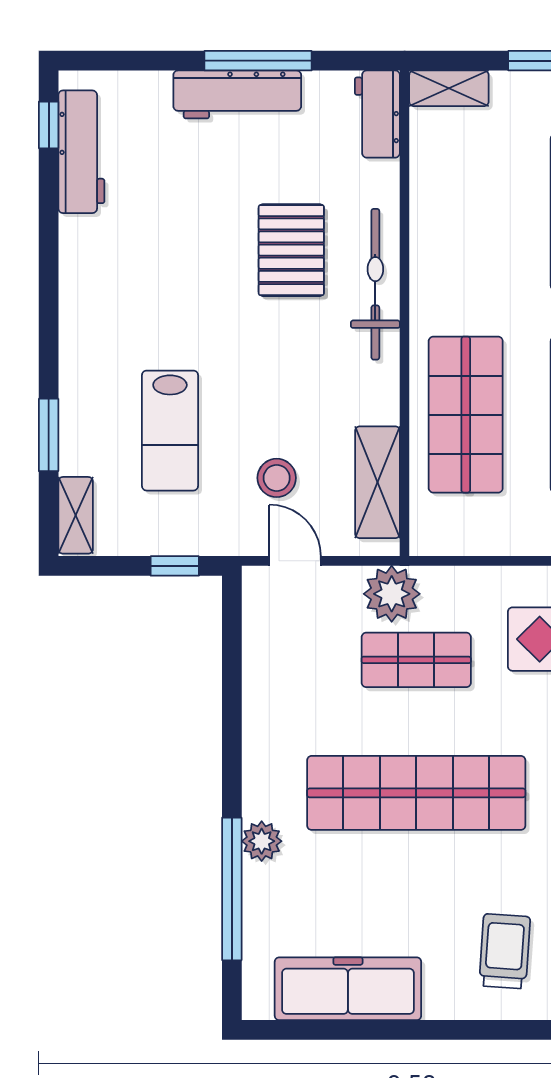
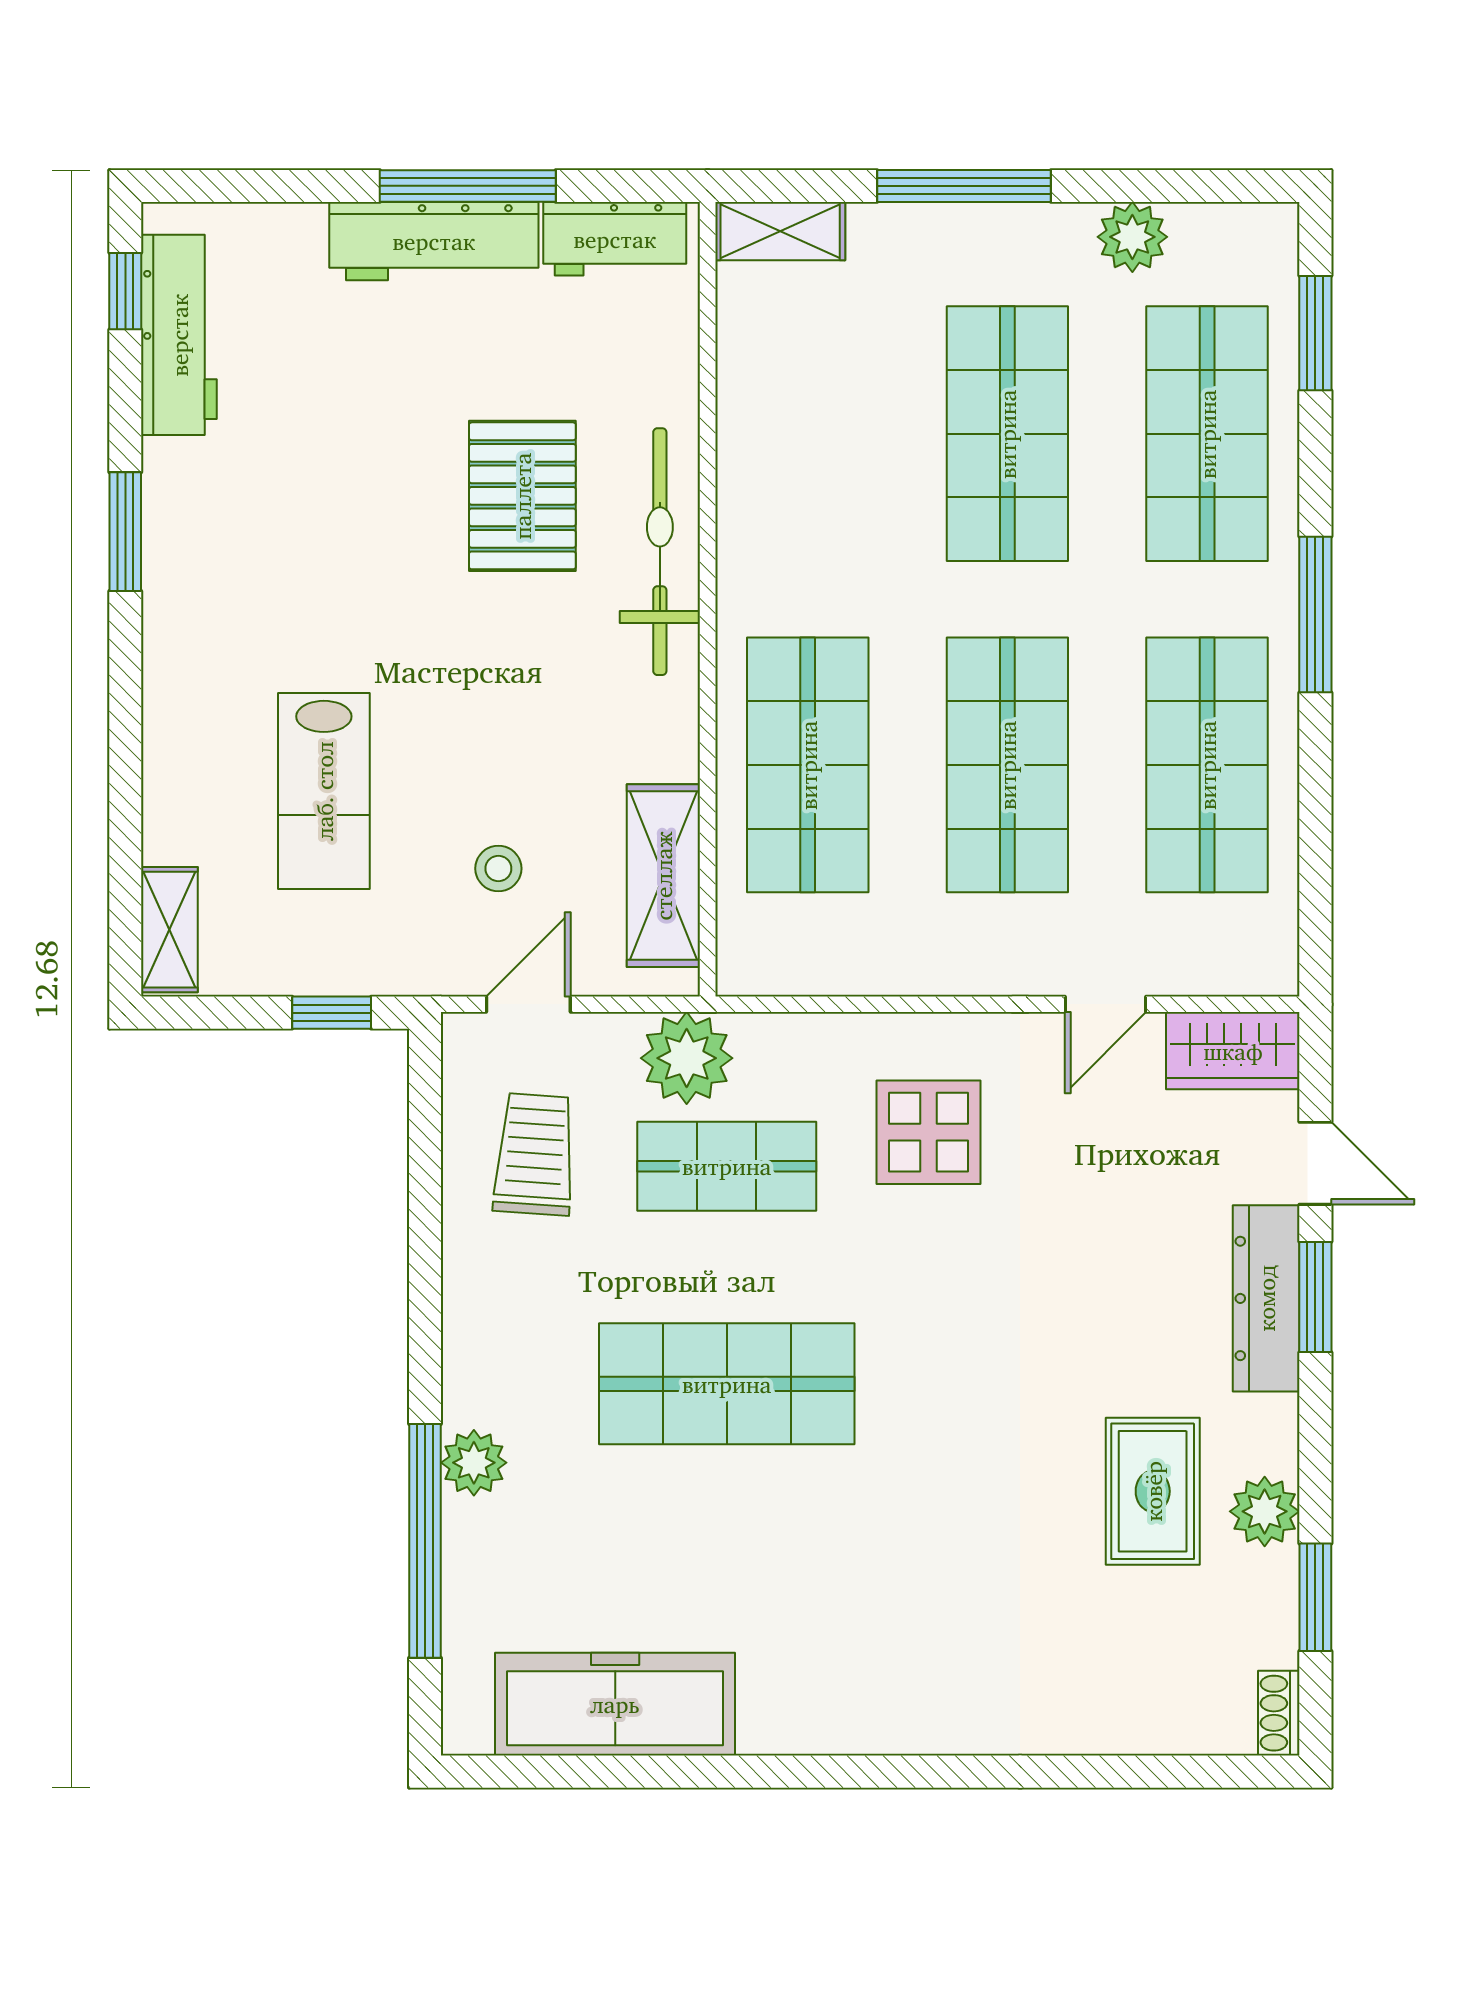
workbench: (377, 114) -> (615, 239), moved, turned -90
window: (49, 435) -> (125, 532), moved
stool: (277, 478) -> (498, 869), width x0.73, depth x0.73
door: (295, 561) -> (528, 1004), hinge flipped
shop shelf: (416, 793) -> (727, 1384), width x0.71
trolley: (505, 951) -> (535, 1154), moved

